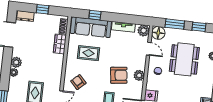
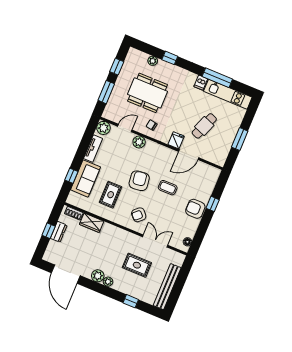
dresser: (25, 16) -> (59, 232), moved
sofa: (91, 27) -> (86, 178), width x0.73
floor lamp: (158, 33) -> (111, 113), removed
armchair: (119, 75) -> (139, 181), moved
plant: (139, 75) -> (139, 142), moved

